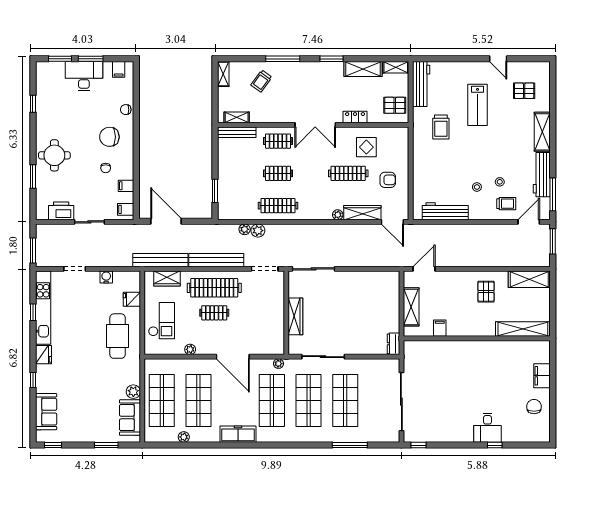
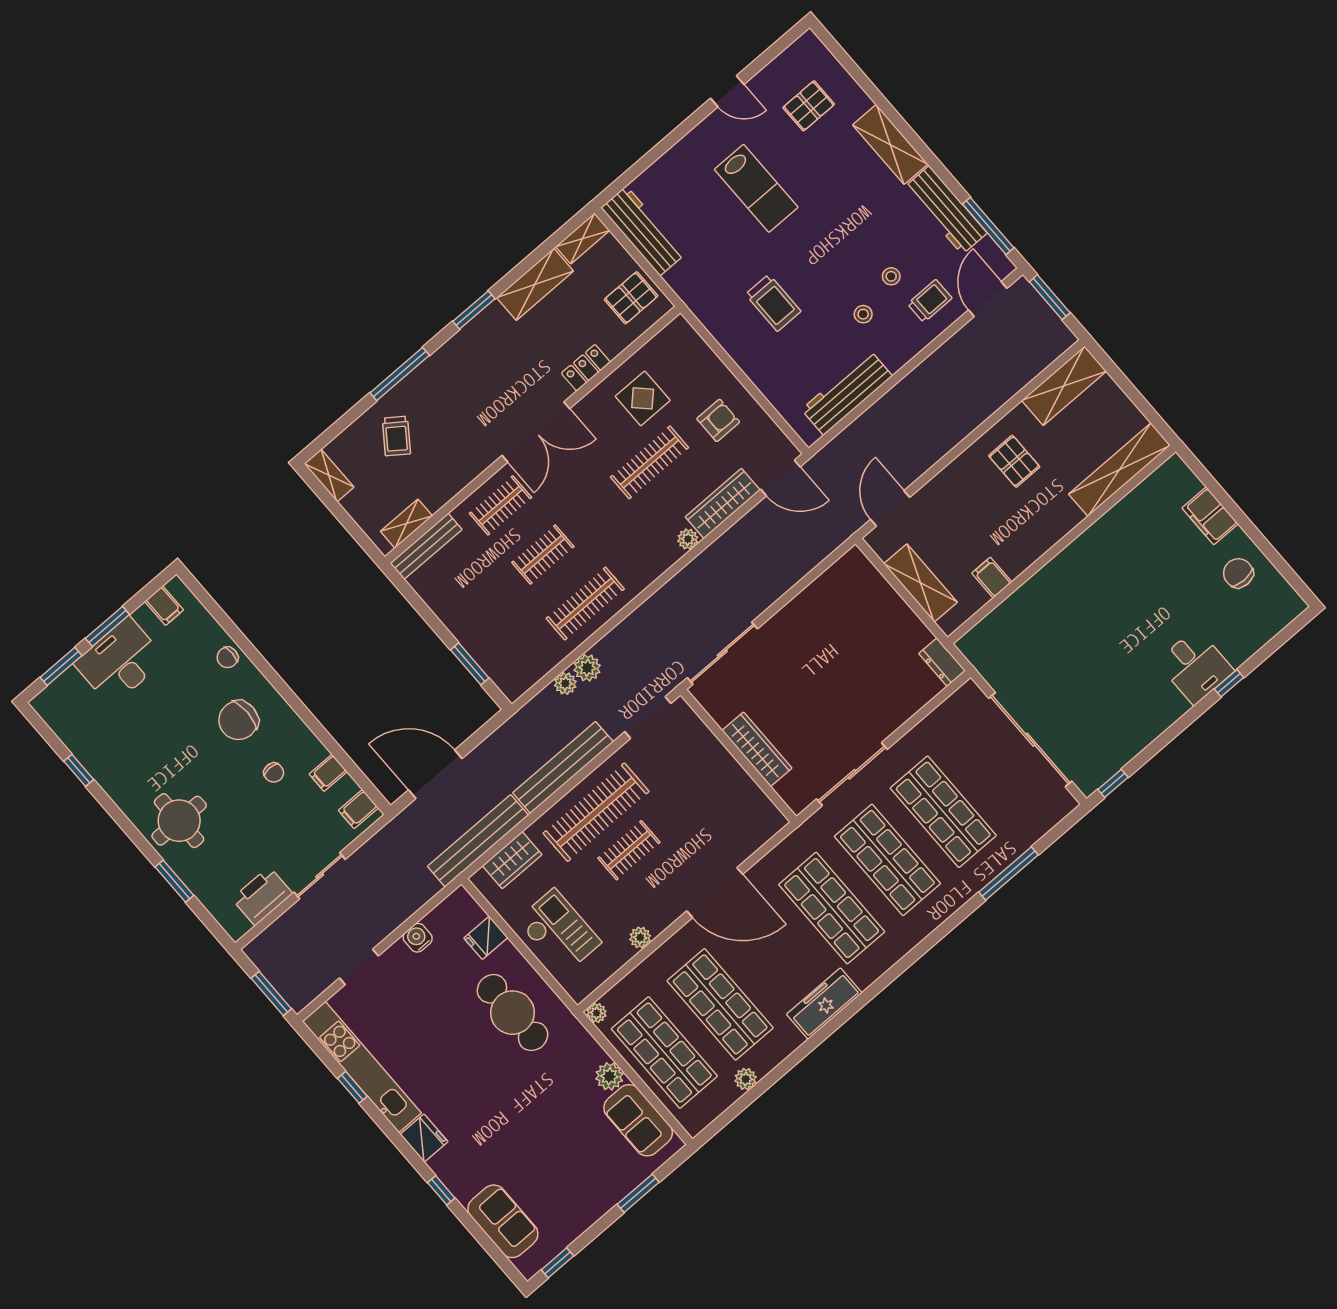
trolley: (441, 127) -> (773, 303), moved
plant: (278, 364) -> (597, 1013), moved

